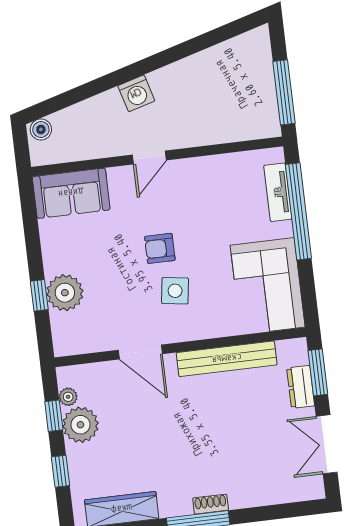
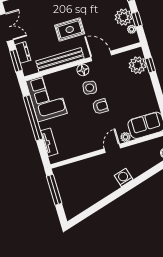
plant: (118, 176) -> (125, 137), added
window: (298, 211) -> (33, 118), moved
plant: (65, 293) -> (138, 65), moved
window: (39, 295) -> (150, 65), moved
floor lamp: (183, 330) -> (83, 70), added
rug: (196, 418) -> (70, 29), added

